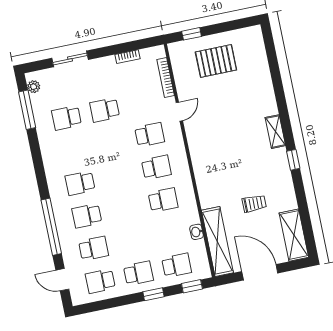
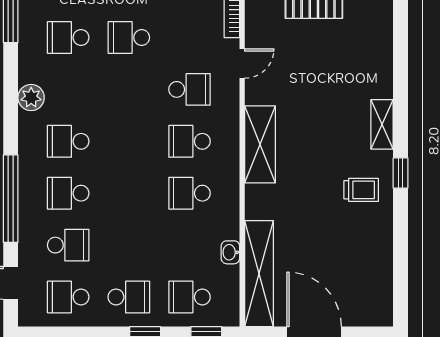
plant: (51, 160) -> (31, 98), added
school desk: (156, 167) -> (189, 141), turned 180
school desk: (163, 200) -> (189, 193), turned 180
trolley: (254, 203) -> (361, 190), moved
shelving: (294, 235) -> (260, 144), moved
school desk: (177, 265) -> (189, 297), turned 180

